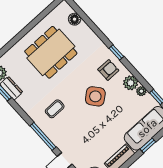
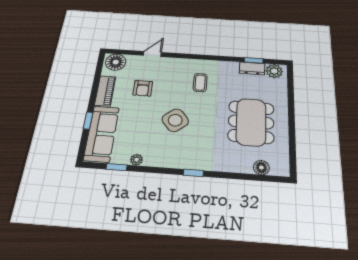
armchair: (108, 70) -> (143, 88), moved
plant: (131, 83) -> (154, 158), removed
window: (43, 136) -> (188, 56), removed

